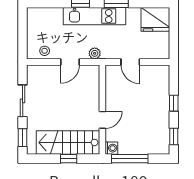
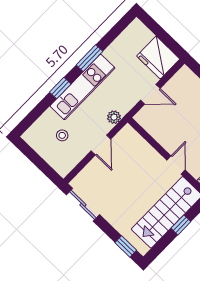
fridge: (155, 19) -> (158, 58), moved, turned 90
stool: (45, 51) -> (62, 135), moved
sliding door: (23, 101) -> (83, 205), moved

